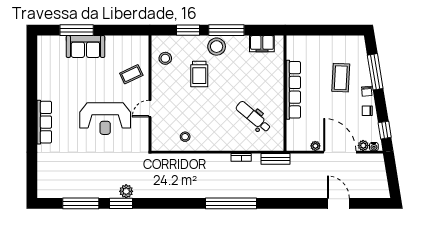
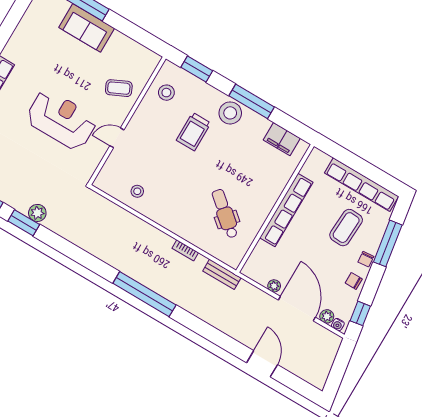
window: (188, 30) -> (197, 69), moved
row of seats: (334, 43) -> (362, 185), added
reception desk: (105, 119) -> (61, 120), turned 180

